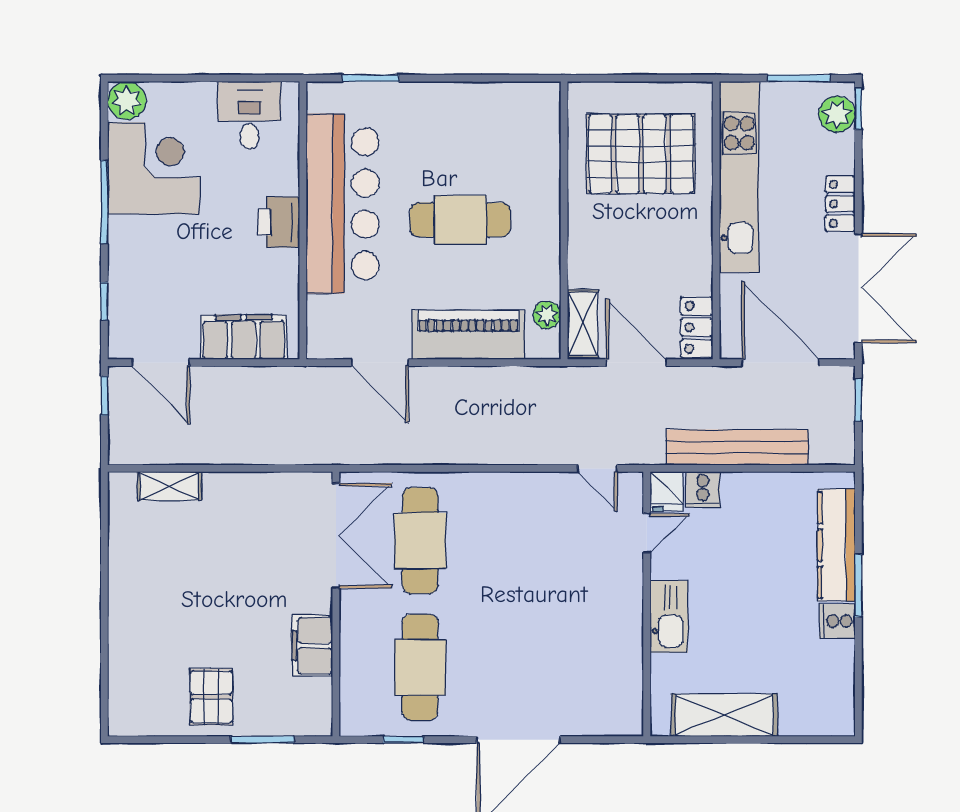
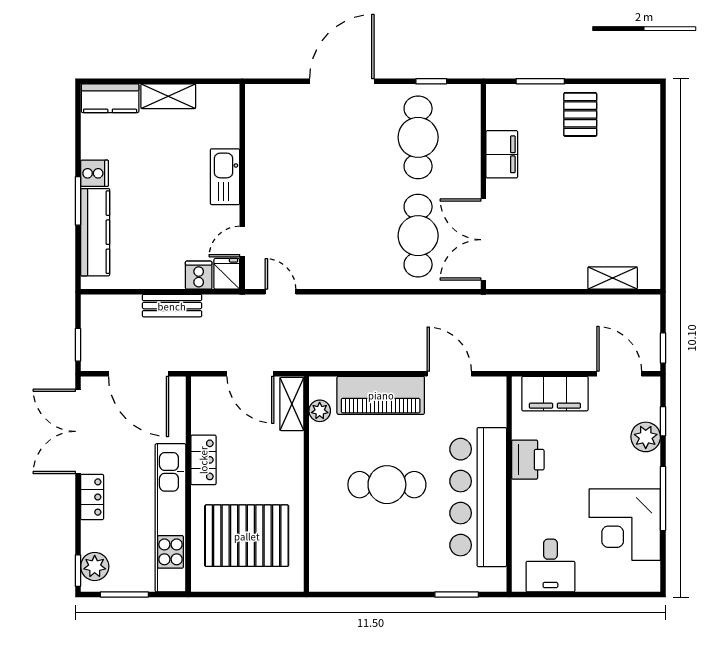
plant: (127, 101) -> (646, 437), moved
printer: (279, 222) -> (528, 460), moved
locker: (697, 327) -> (203, 460), moved
bench: (737, 447) -> (172, 306), width x0.54, depth x0.82
shelving: (724, 715) -> (168, 96), width x0.67, depth x0.75
kitchen counter: (817, 718) -> (110, 98), added

